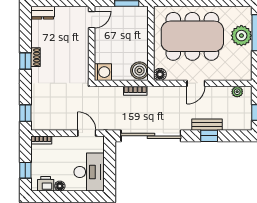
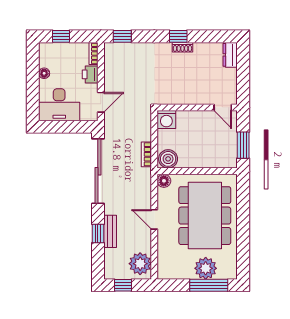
plant: (237, 92) -> (140, 264), width x1.88, depth x1.88
printer: (46, 184) -> (90, 74), moved, turned 180

